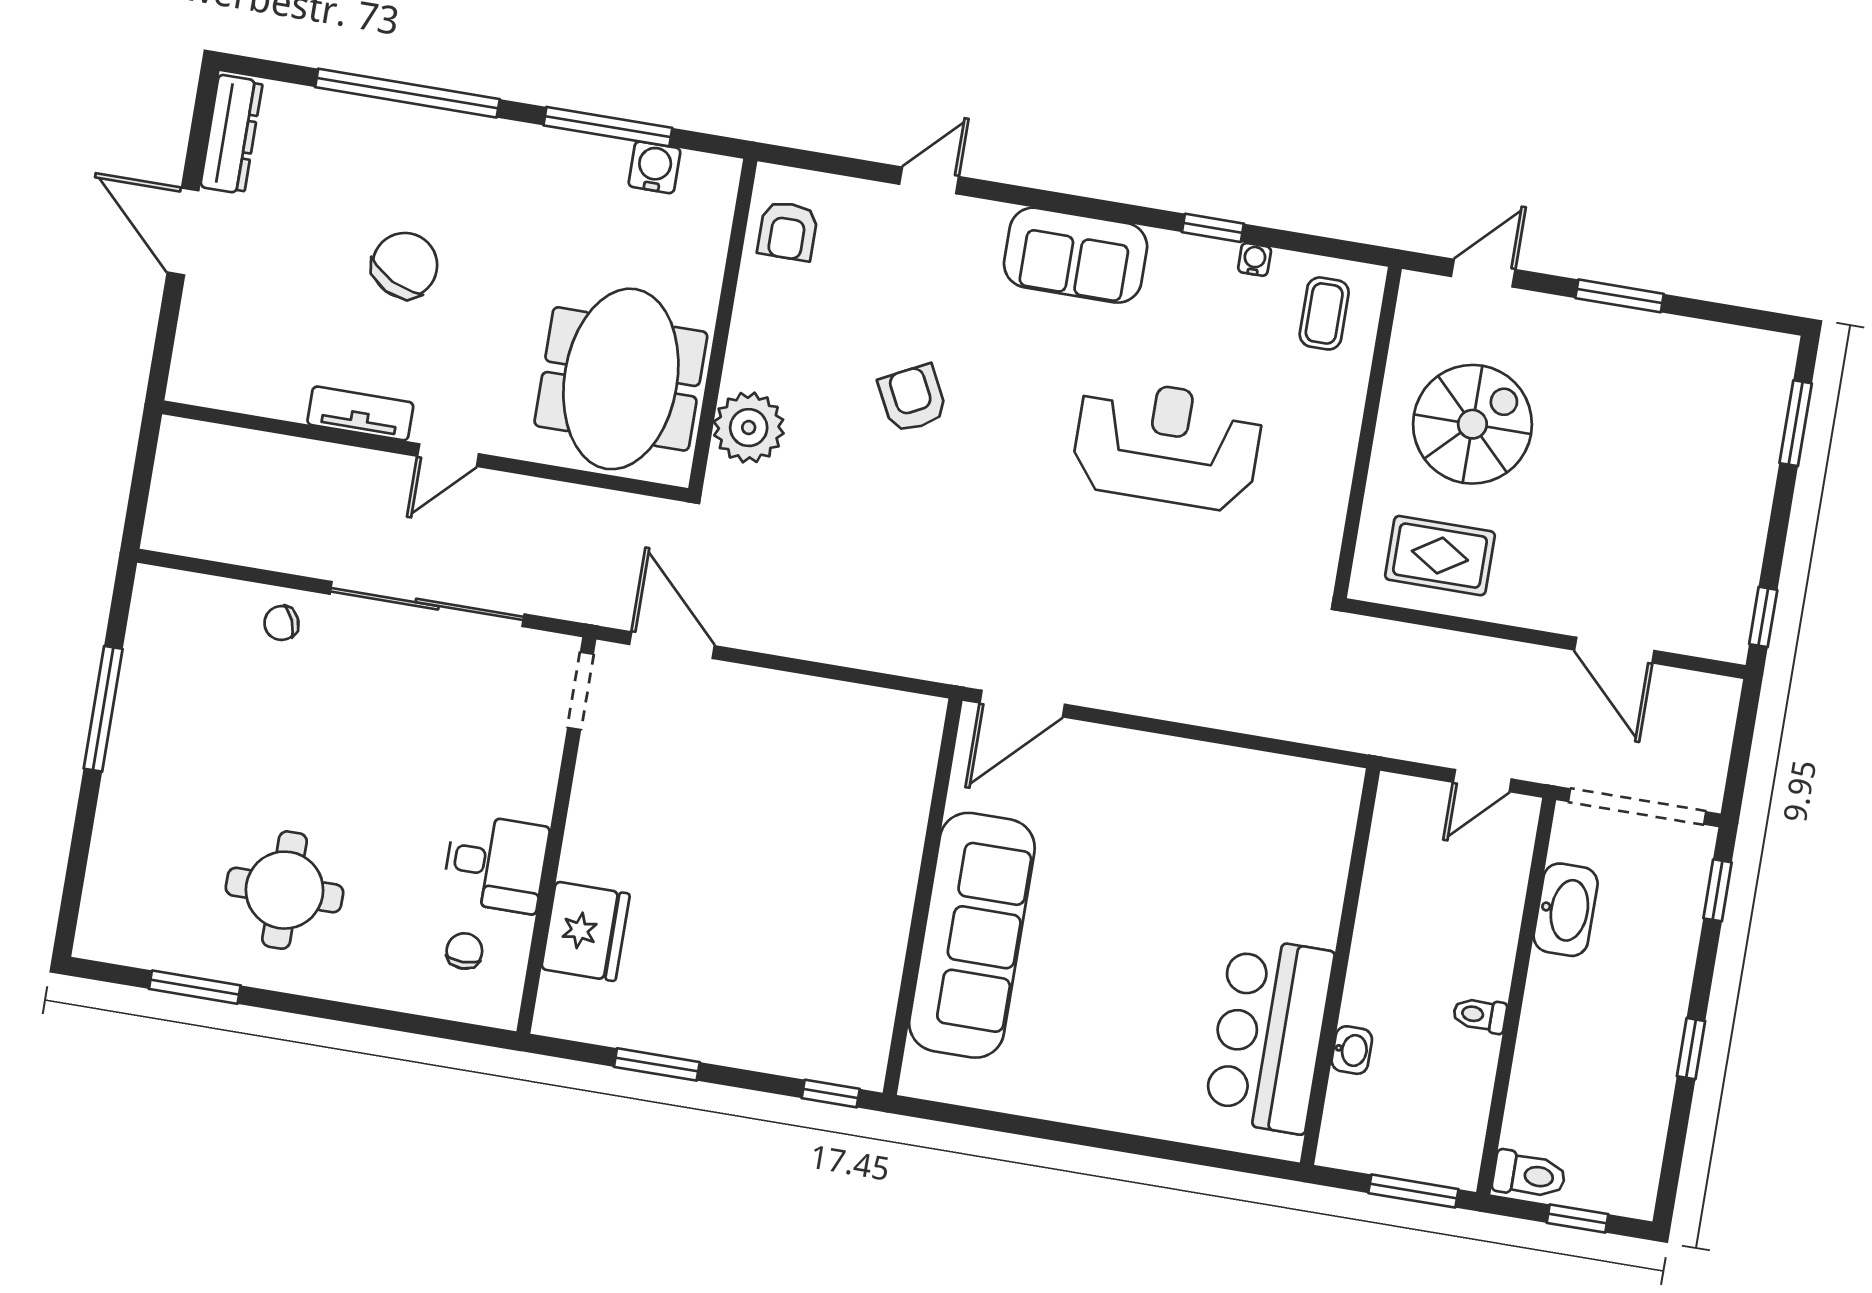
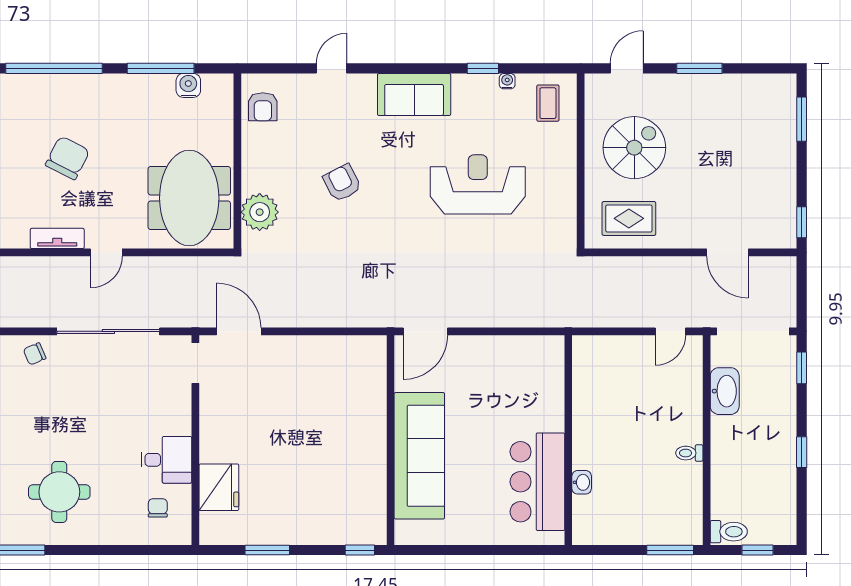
wall: (1340, 967) -> (568, 440), moved
bar counter: (1269, 1035) -> (537, 482), moved
washbasin: (1352, 1050) -> (582, 482), moved

